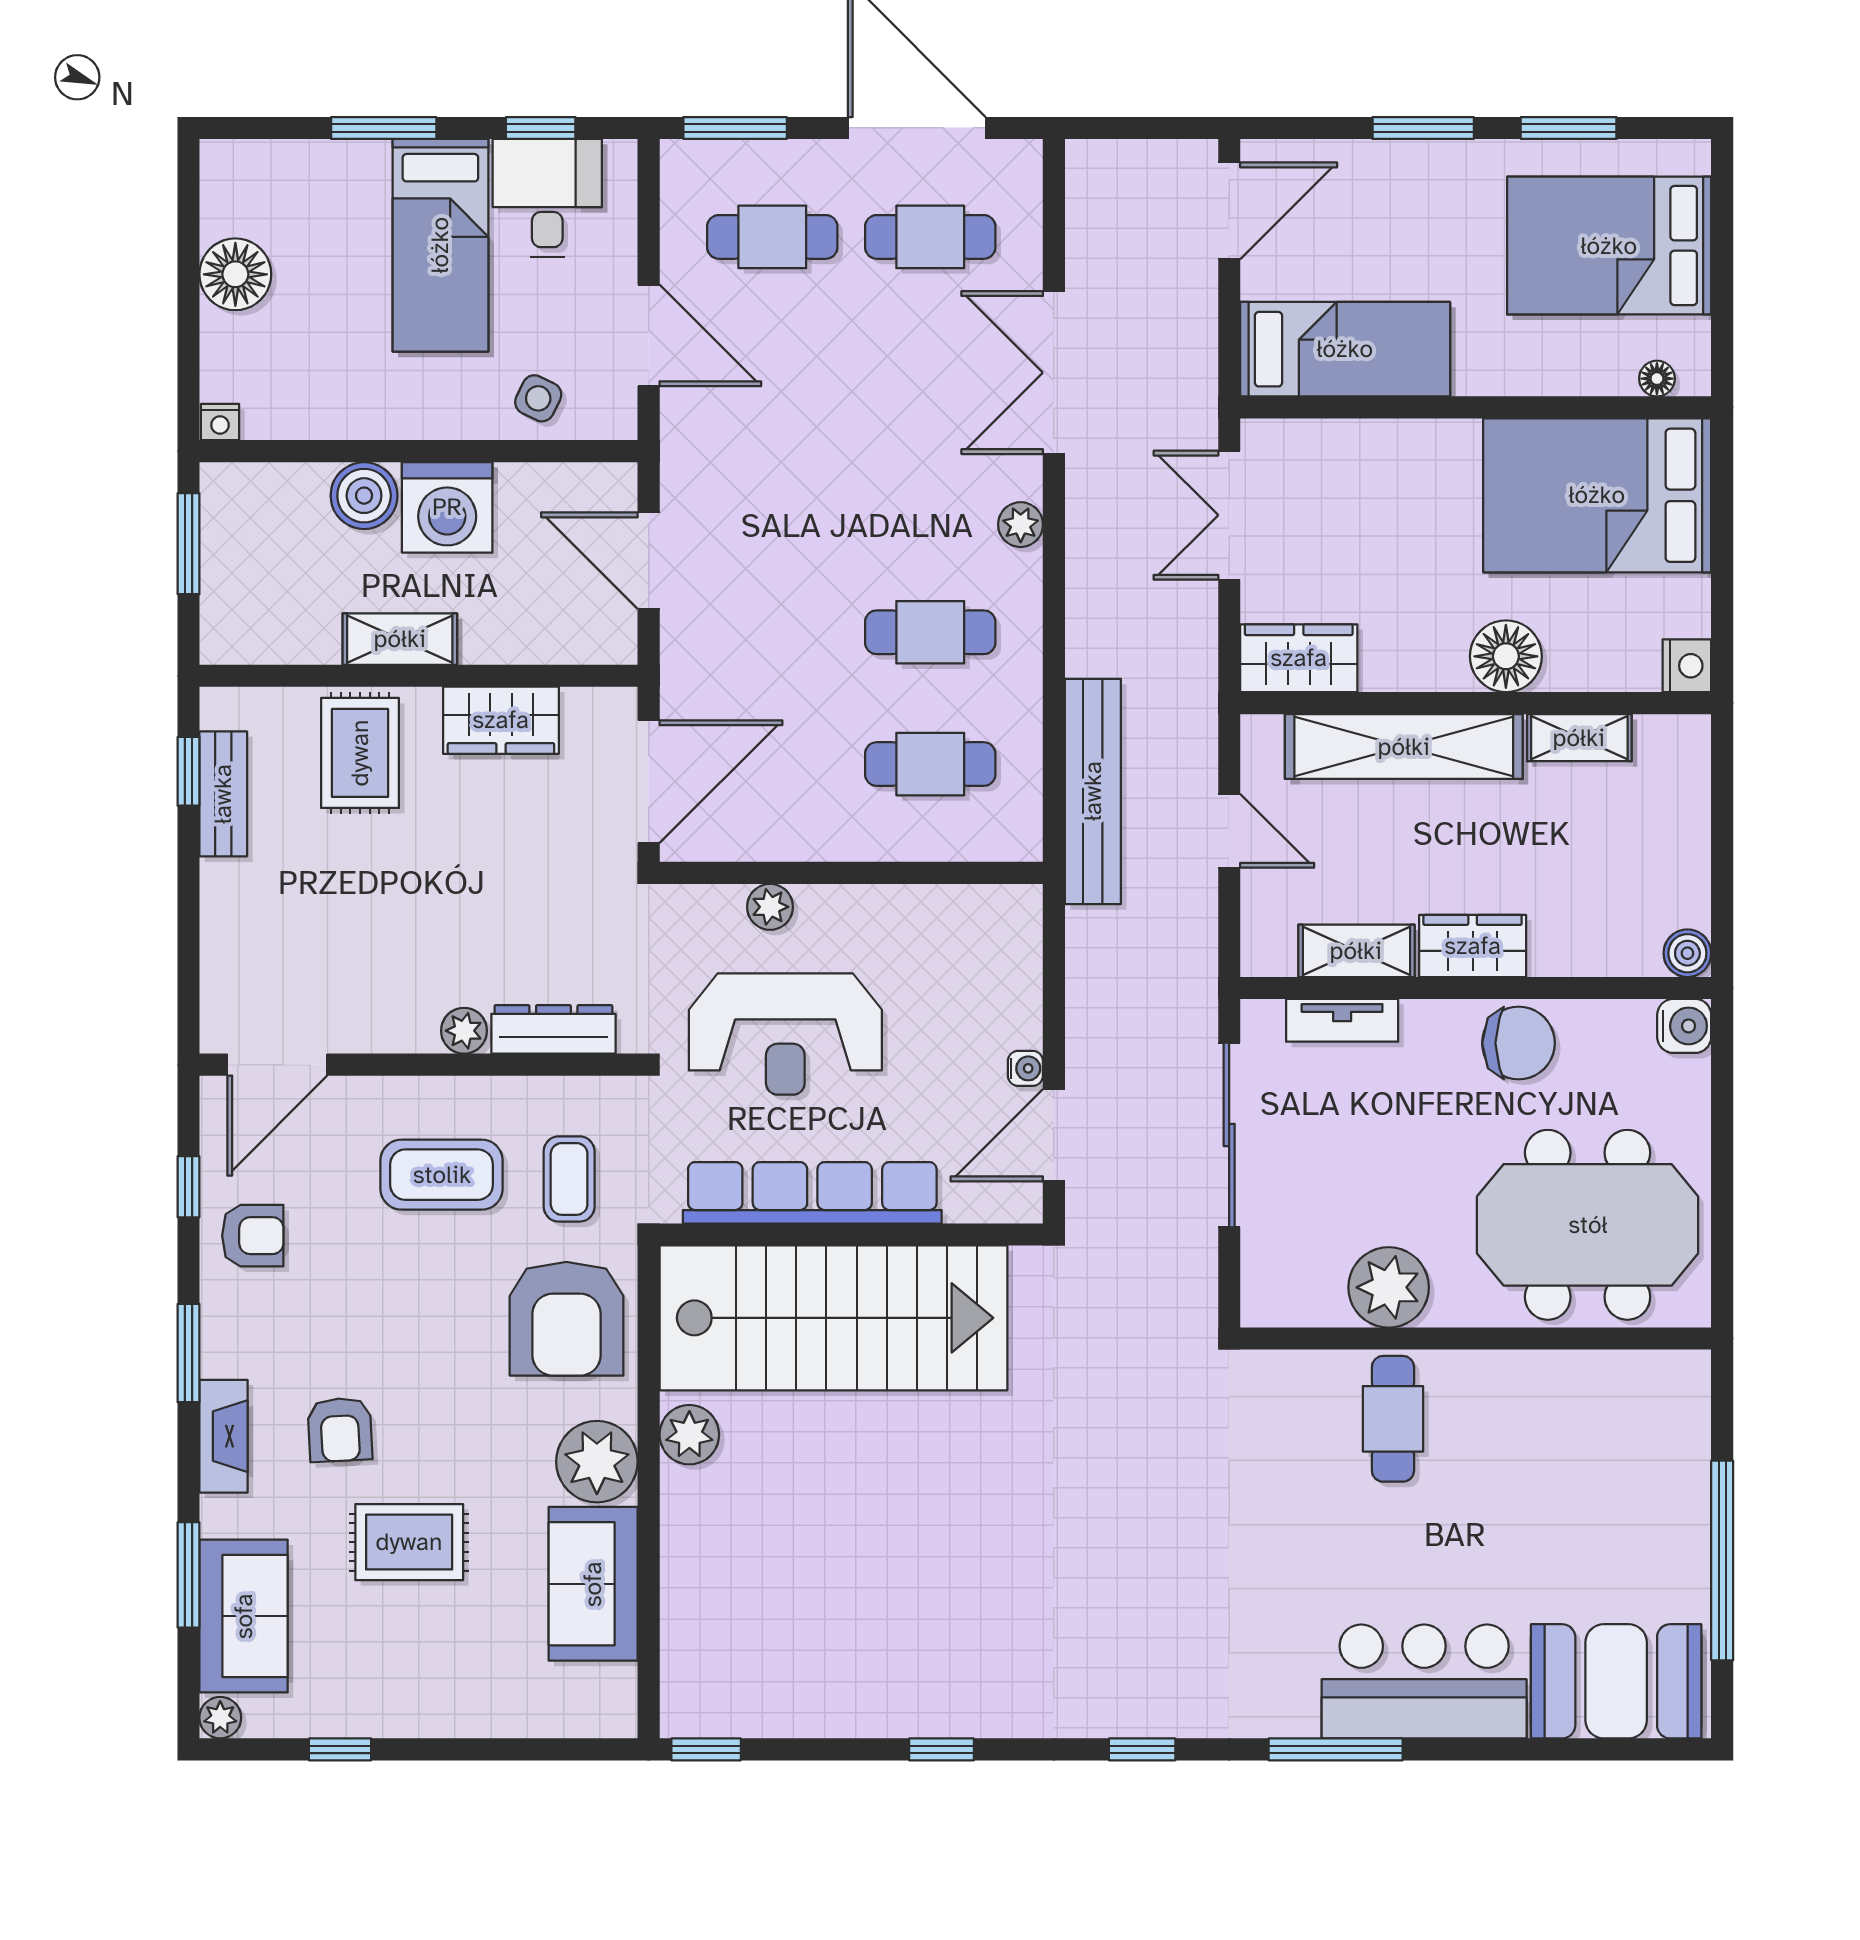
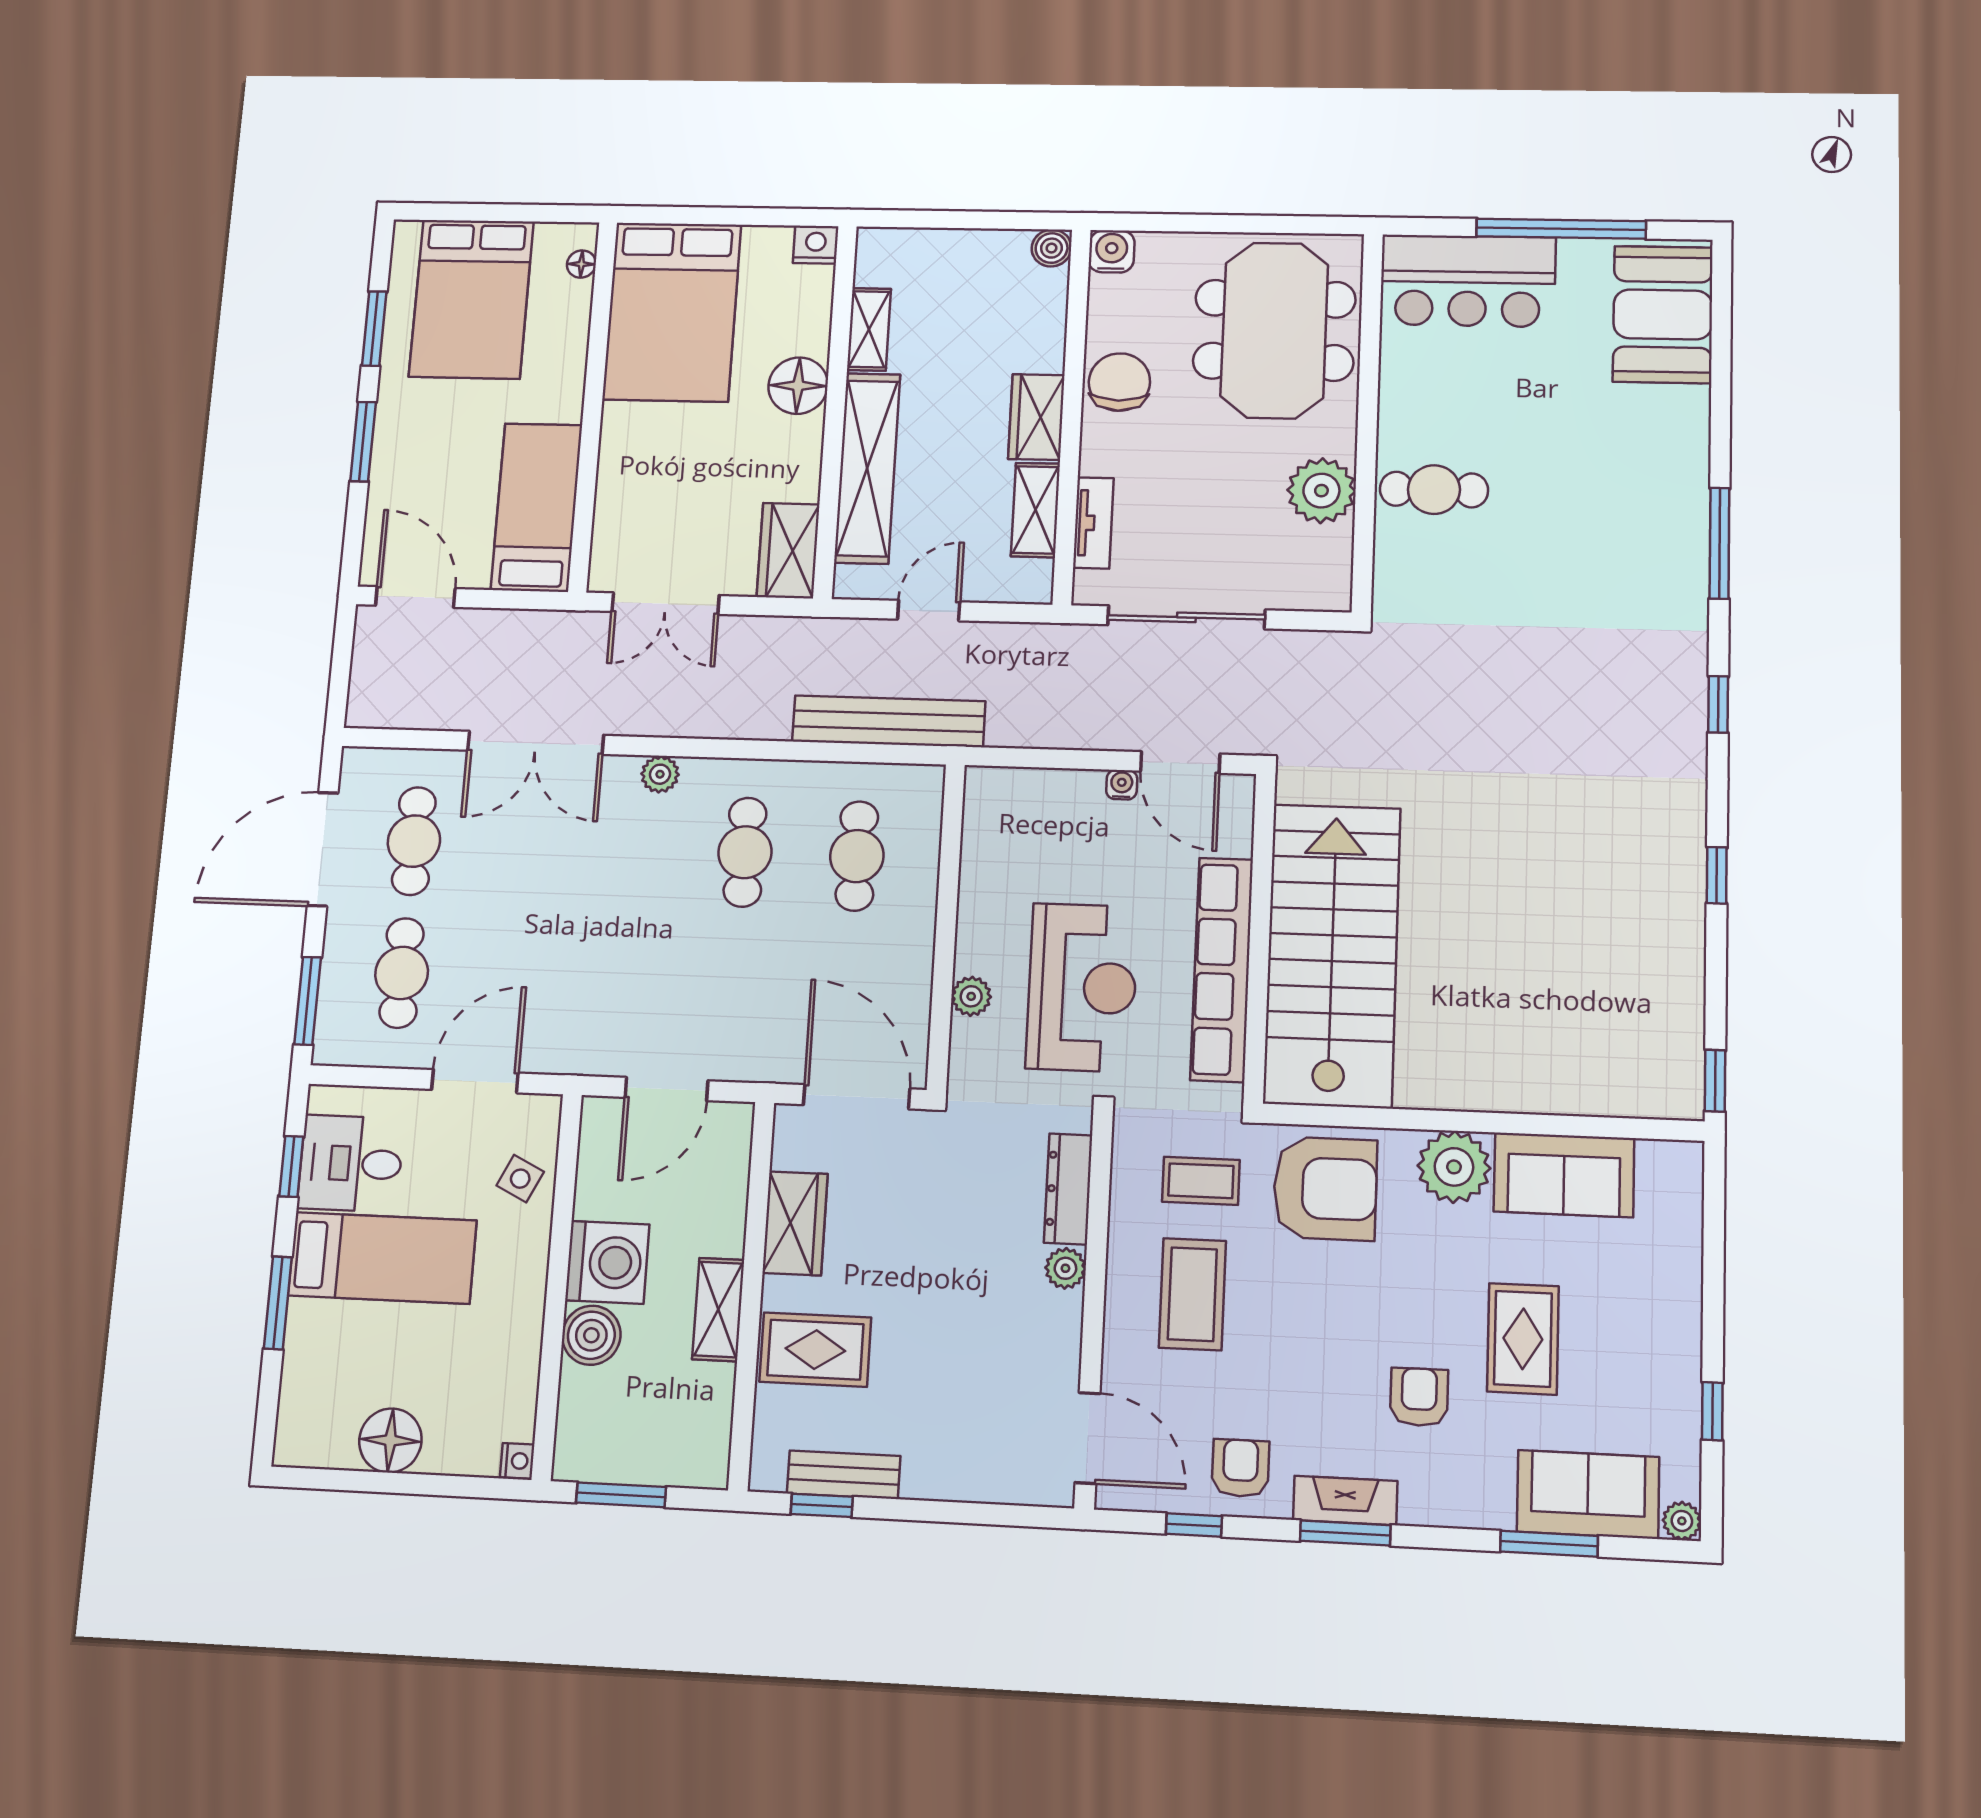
armchair: (340, 1430) -> (1419, 1397), turned -87
plant: (689, 1435) -> (1432, 1084), removed
fireplace: (224, 1436) -> (1345, 1500), moved
bar counter: (1424, 1681) -> (1468, 281), moved, turned -90

